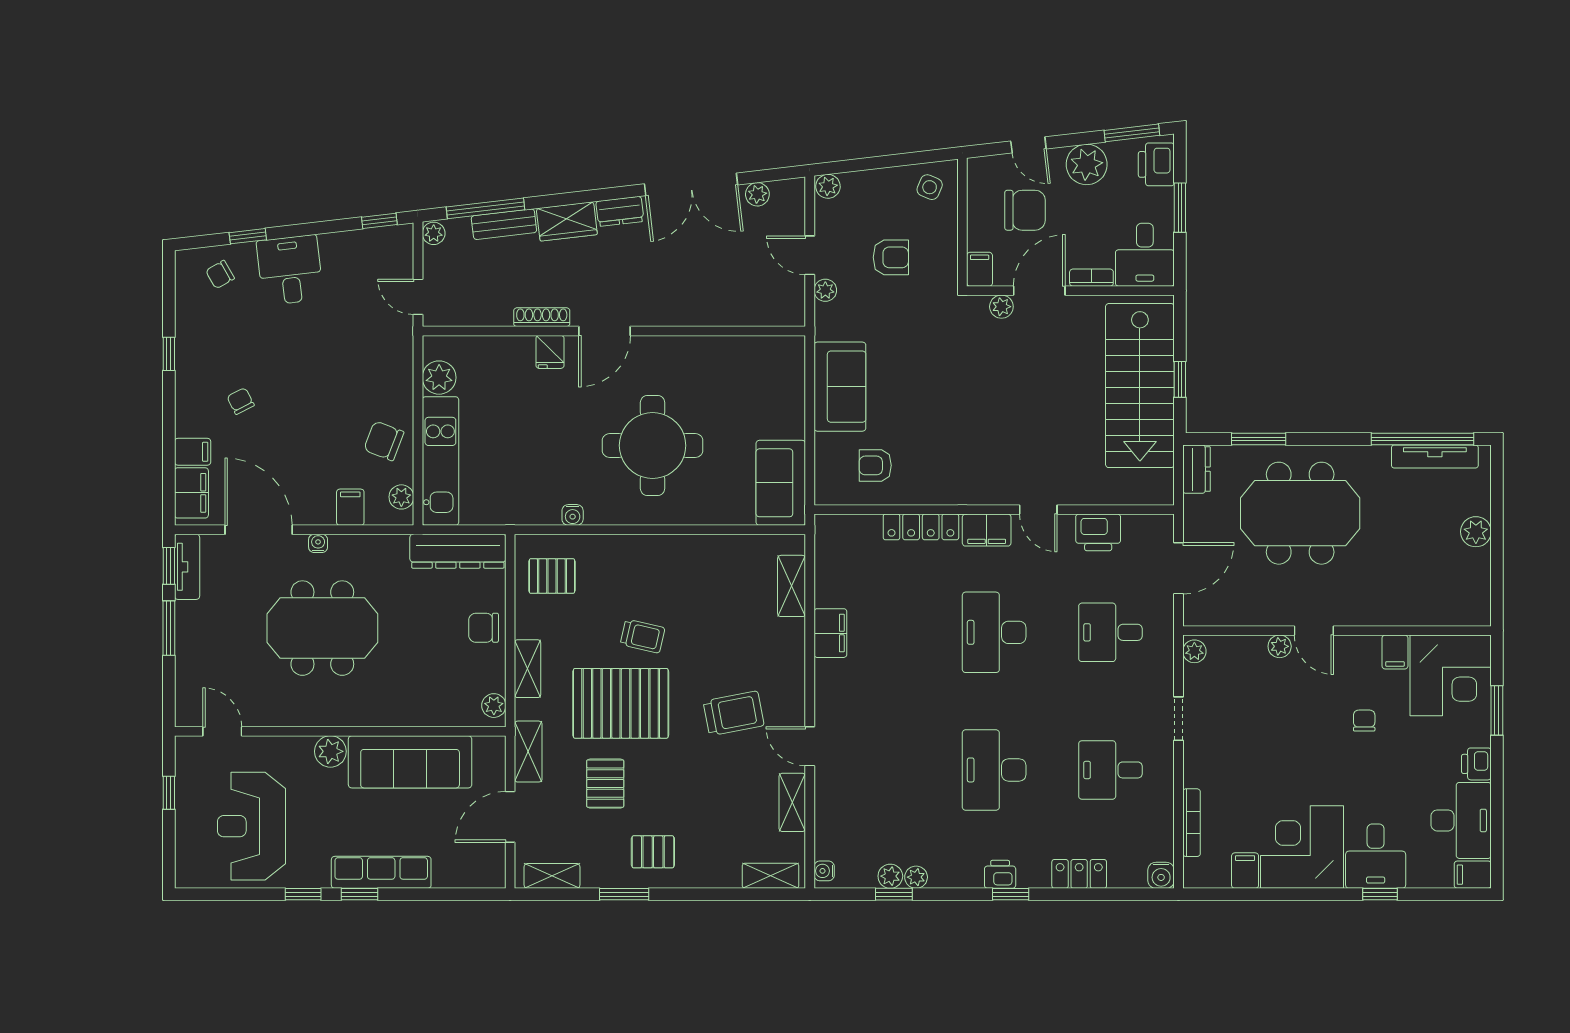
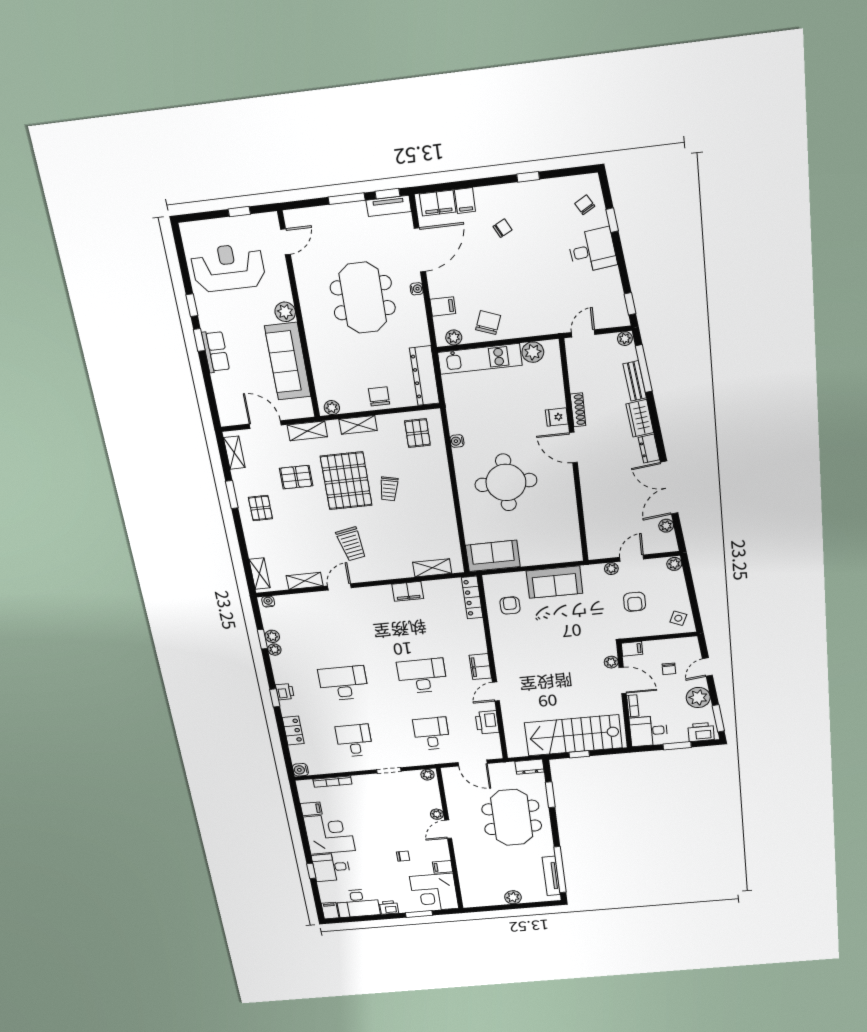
chair: (1025, 210) -> (669, 669), width x0.54, depth x0.54
locker: (921, 527) -> (472, 597), moved
row of seats: (381, 872) -> (216, 352), width x0.68

